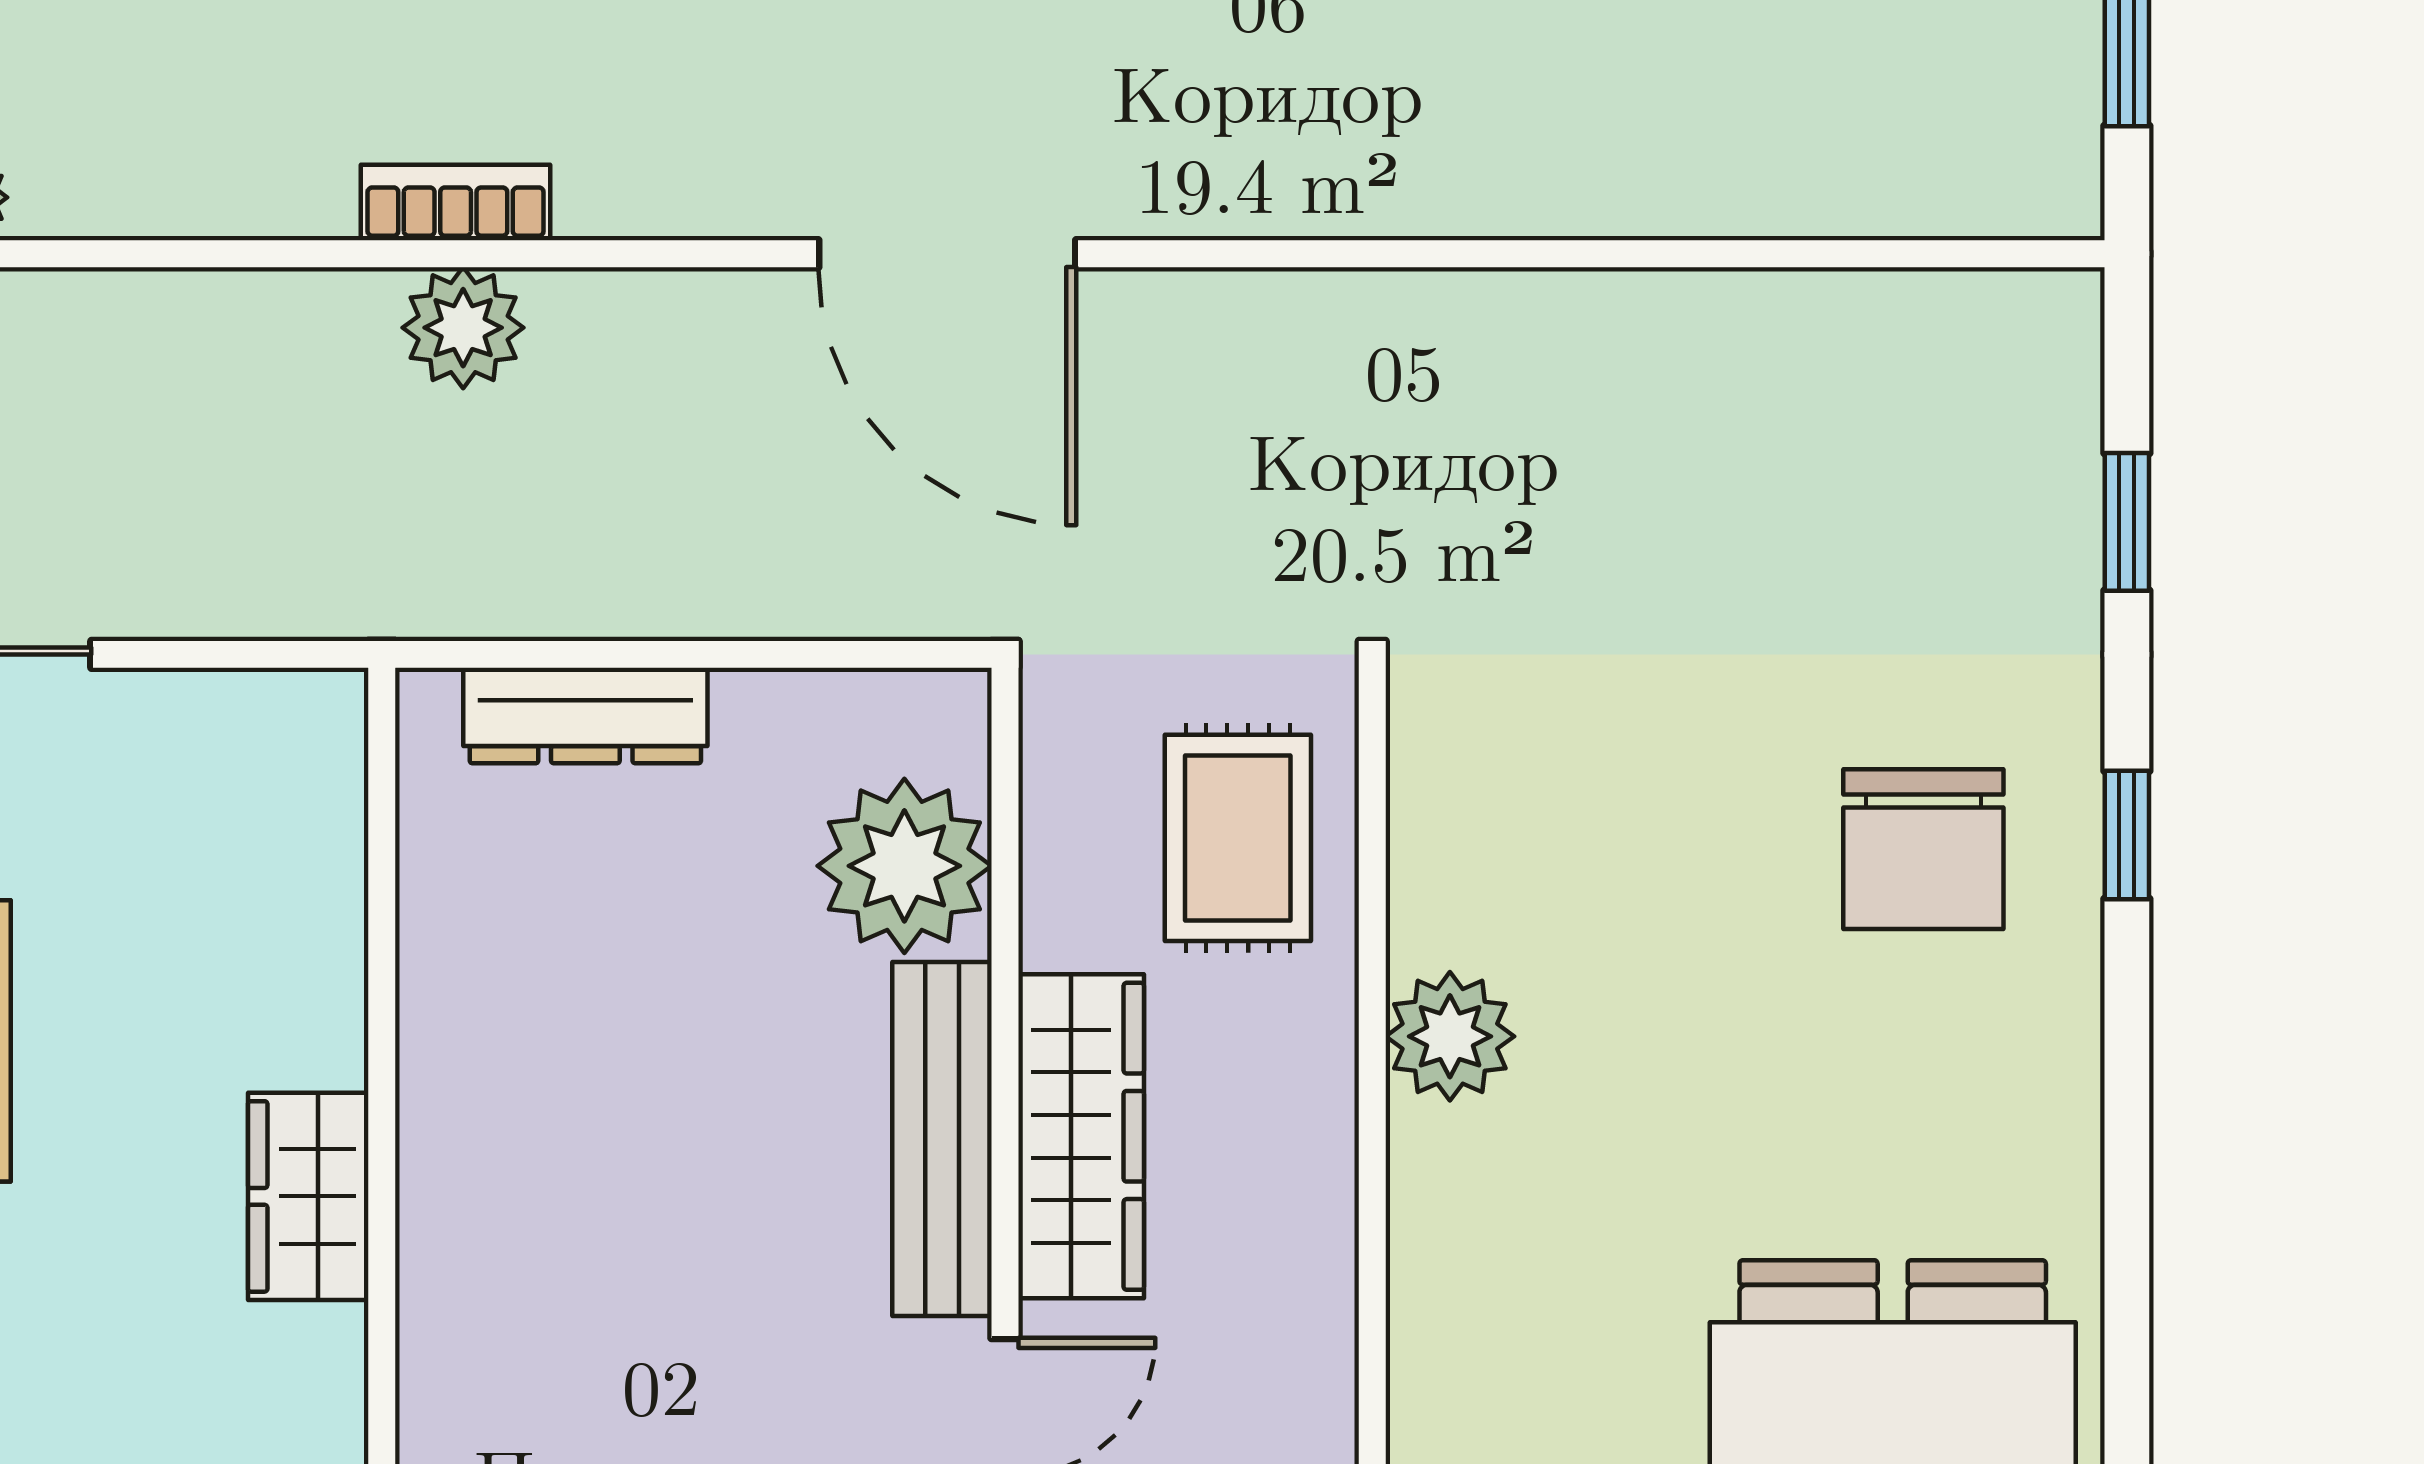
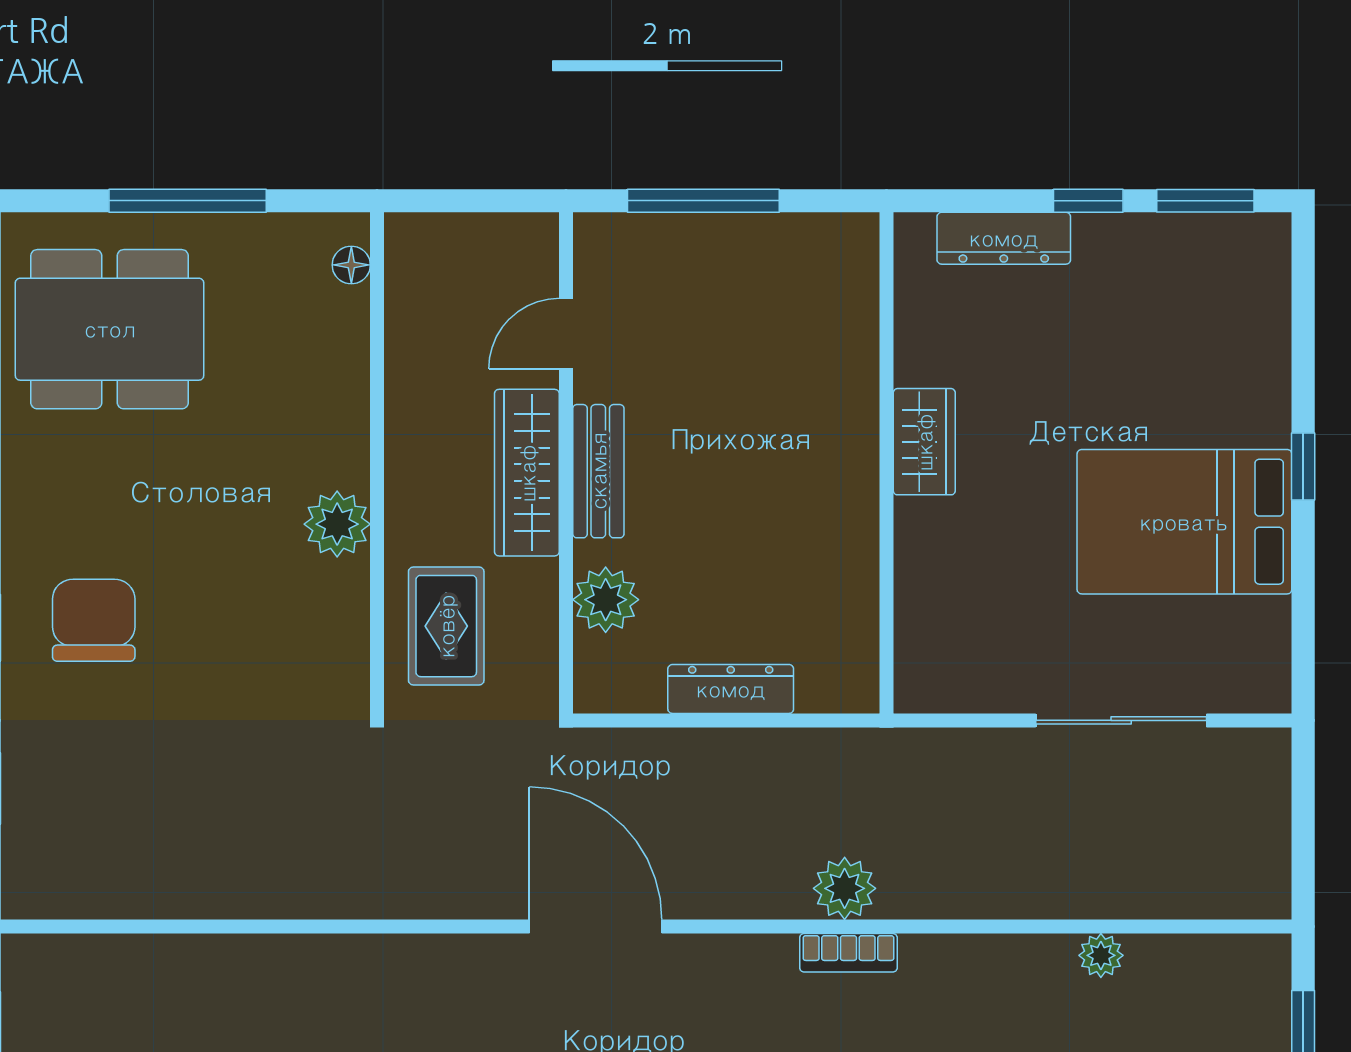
dresser: (585, 716) -> (731, 689), moved
plant: (904, 866) -> (606, 600), width x0.73, depth x0.73
bench: (942, 1139) -> (598, 471), width x0.73

